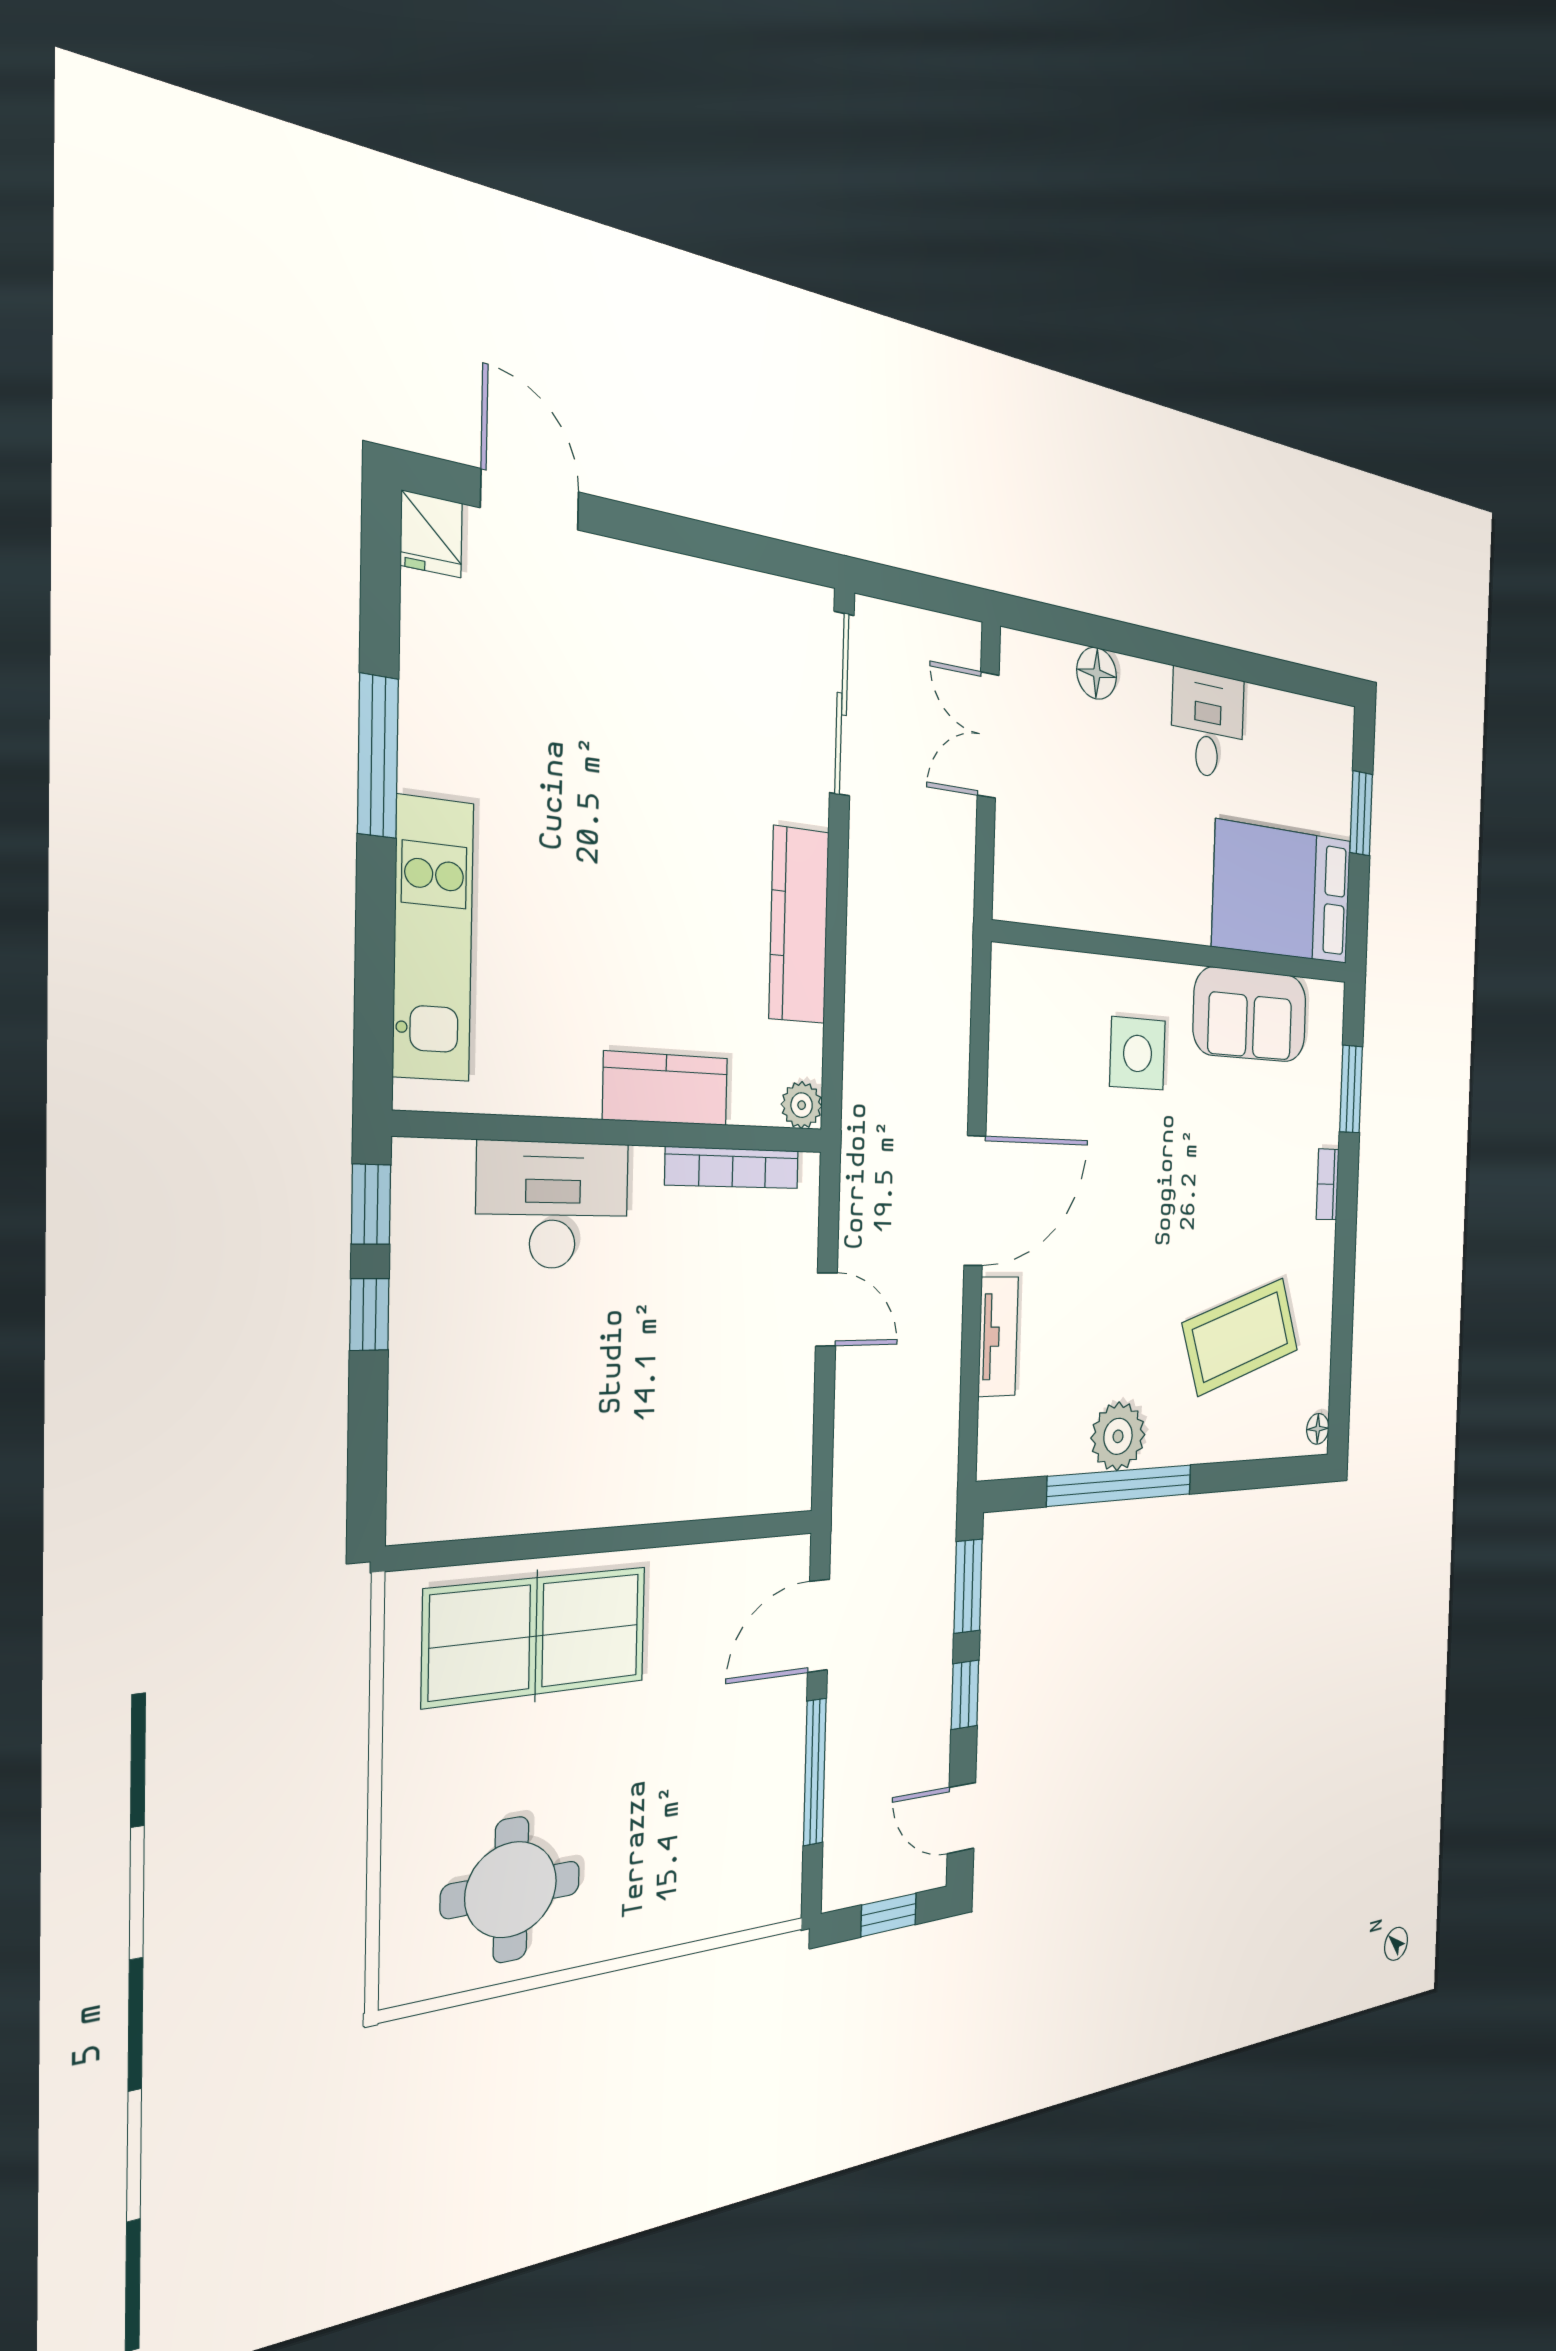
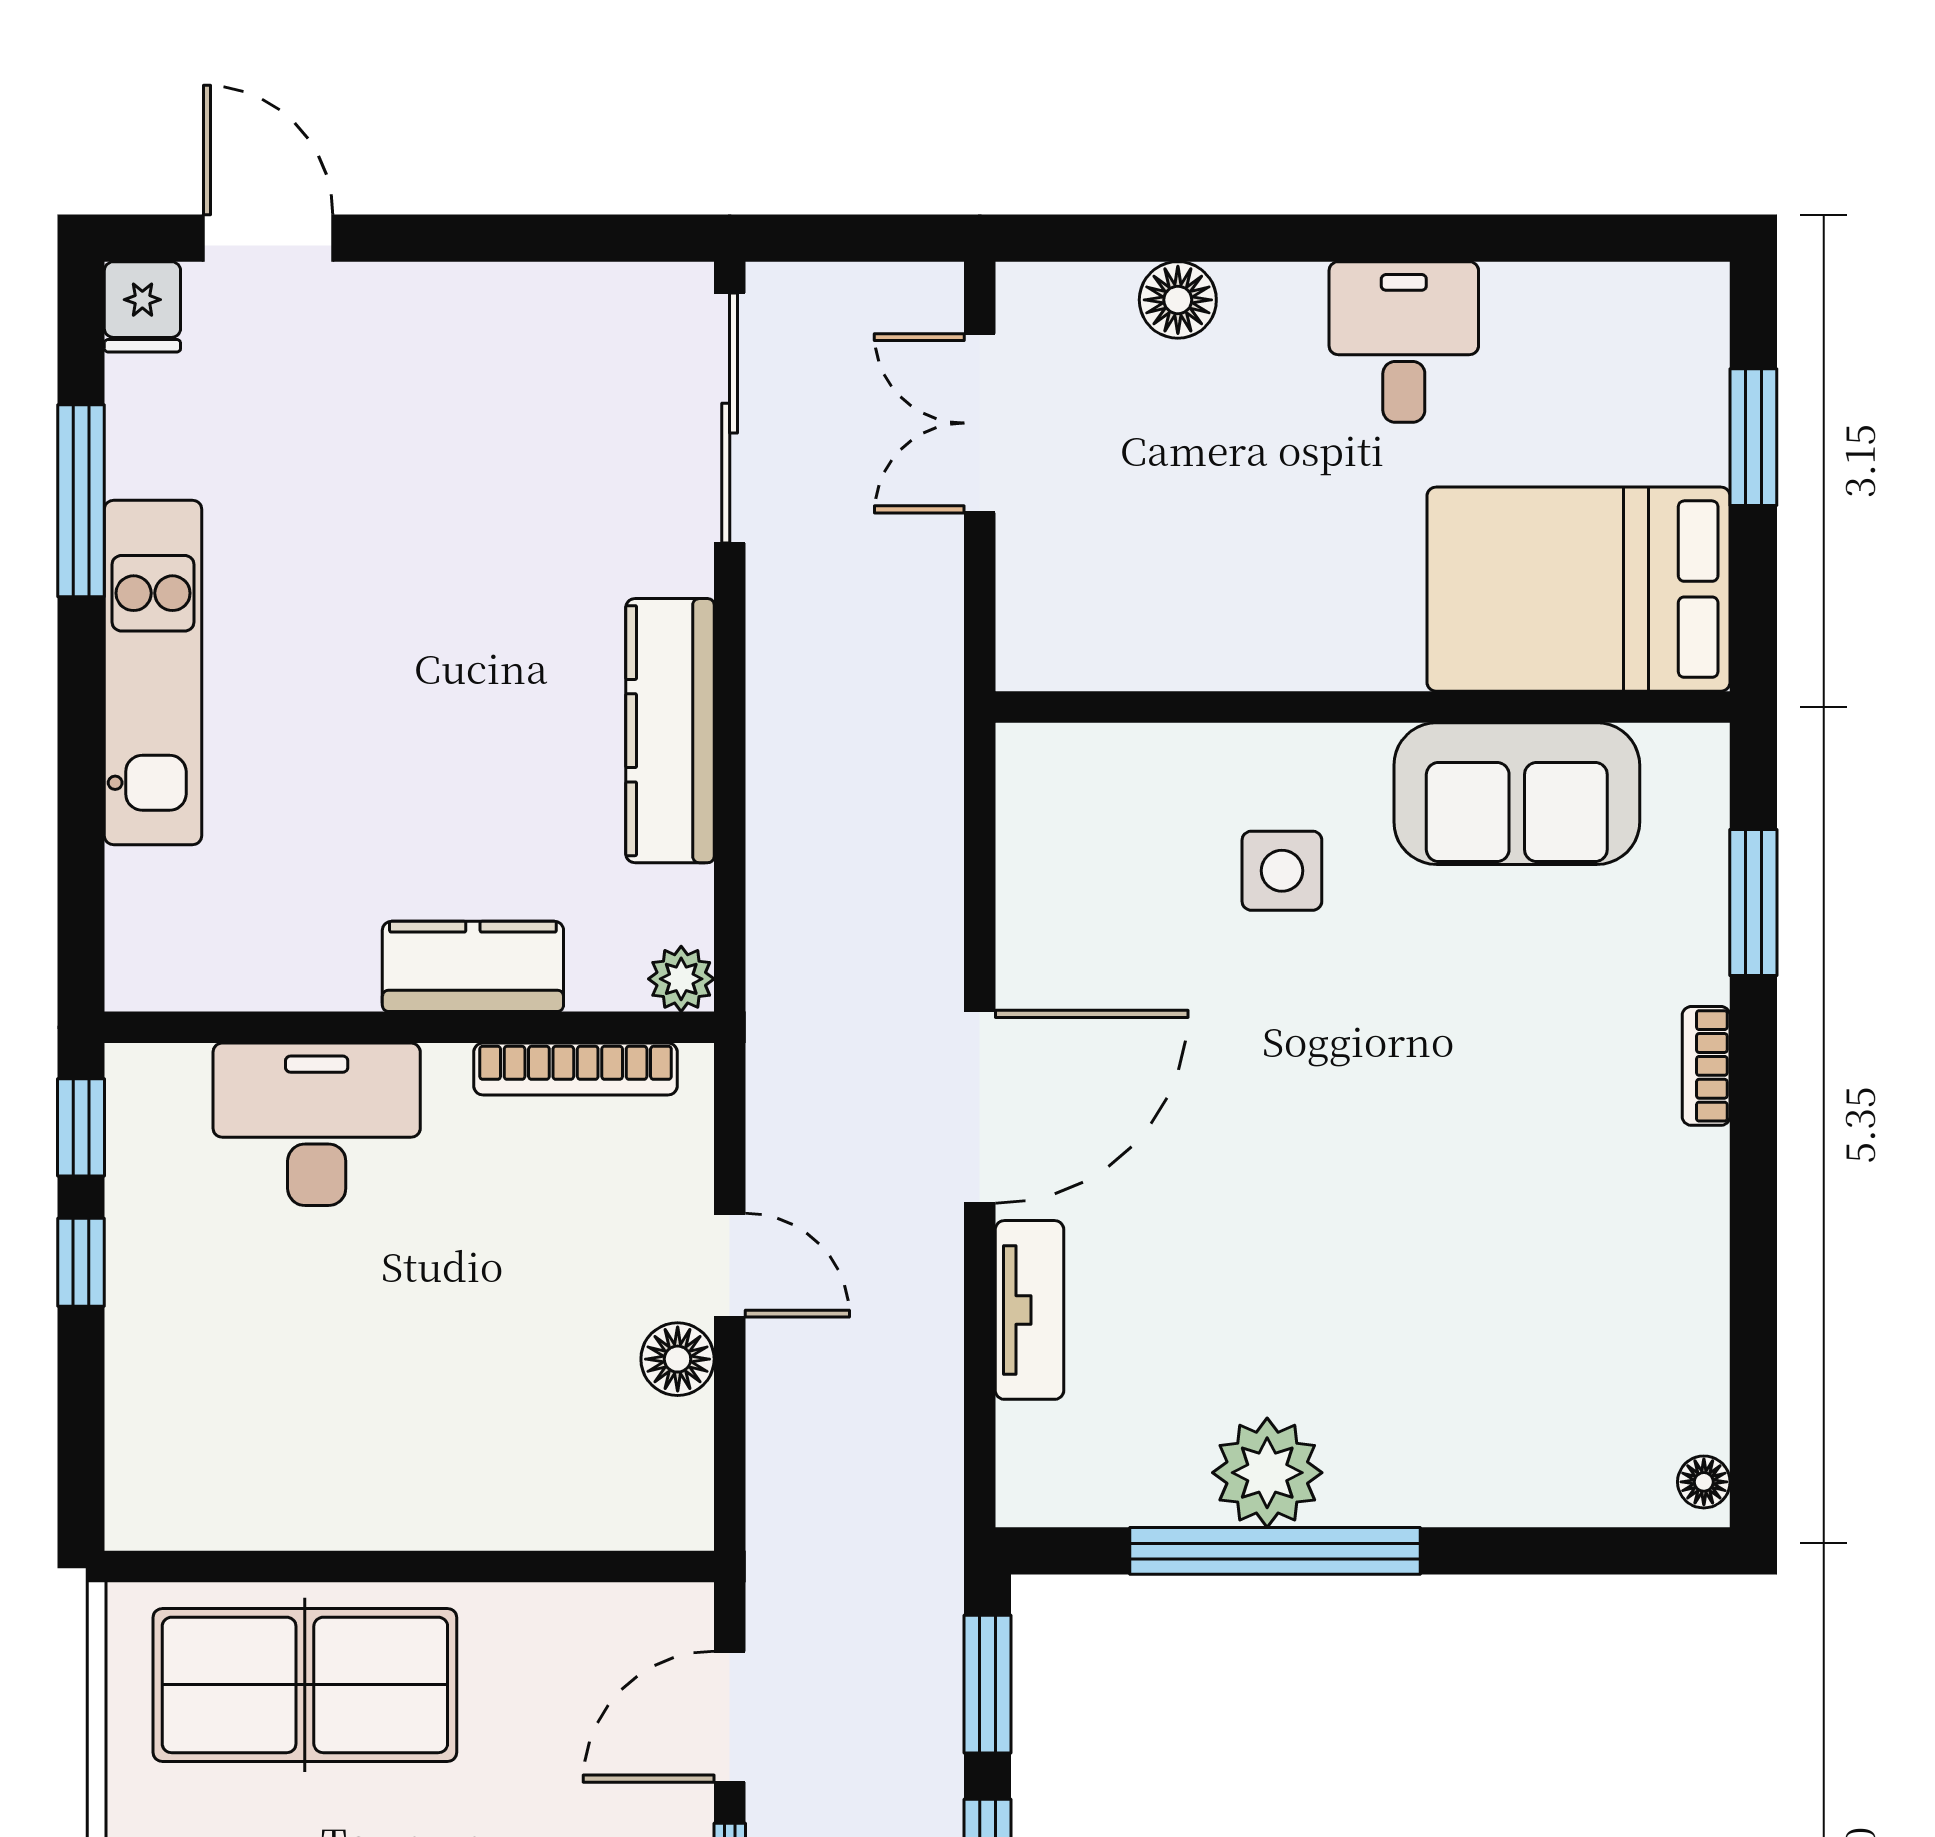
window: (378, 756) -> (81, 501), moved
kitchen unit: (433, 939) -> (153, 672), moved
side table: (1138, 1053) -> (1282, 871), width x0.73, depth x0.73
coffee table: (1241, 1337) -> (1520, 1321), removed
floor lamp: (793, 1377) -> (678, 1359), added

